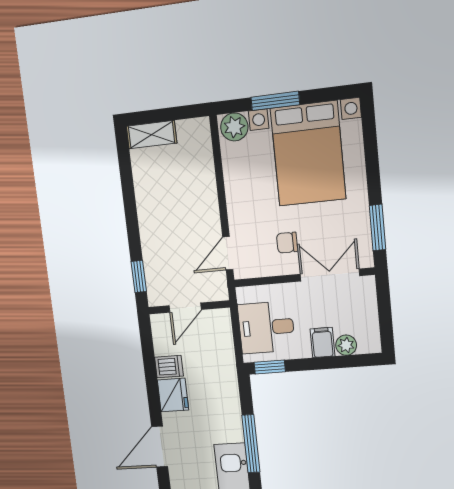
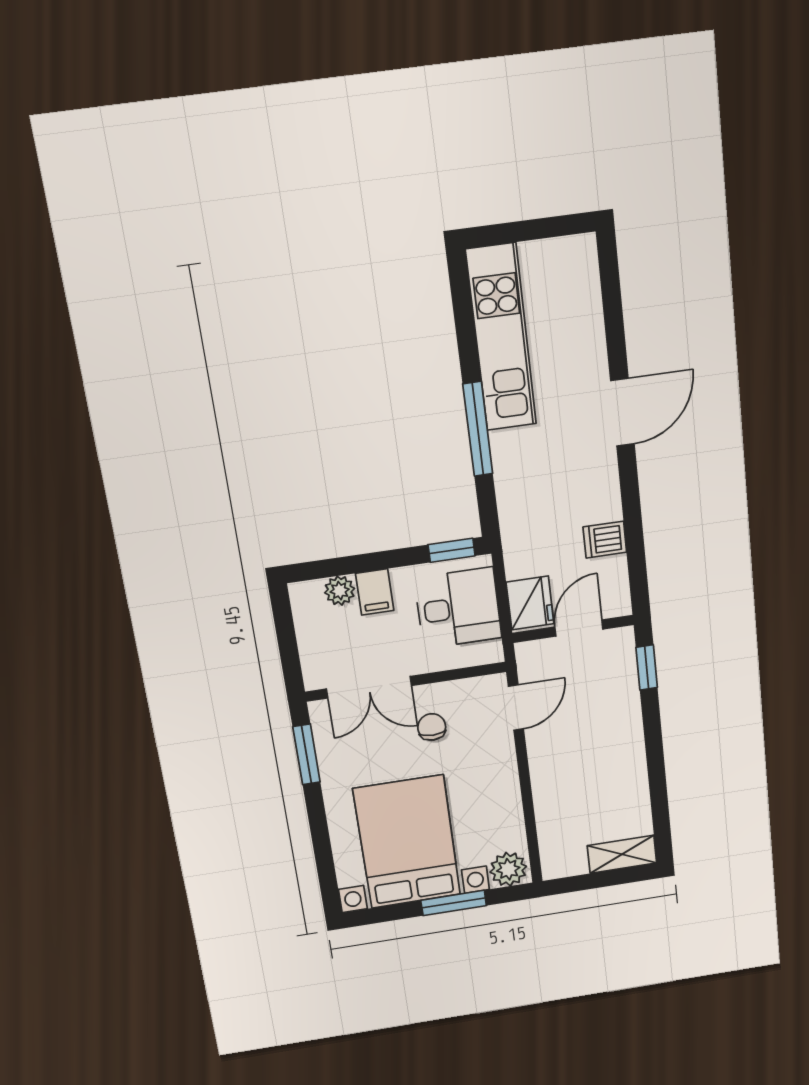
chair: (287, 243) -> (432, 727), turned -90
fridge: (173, 395) -> (530, 603), moved, turned 180

